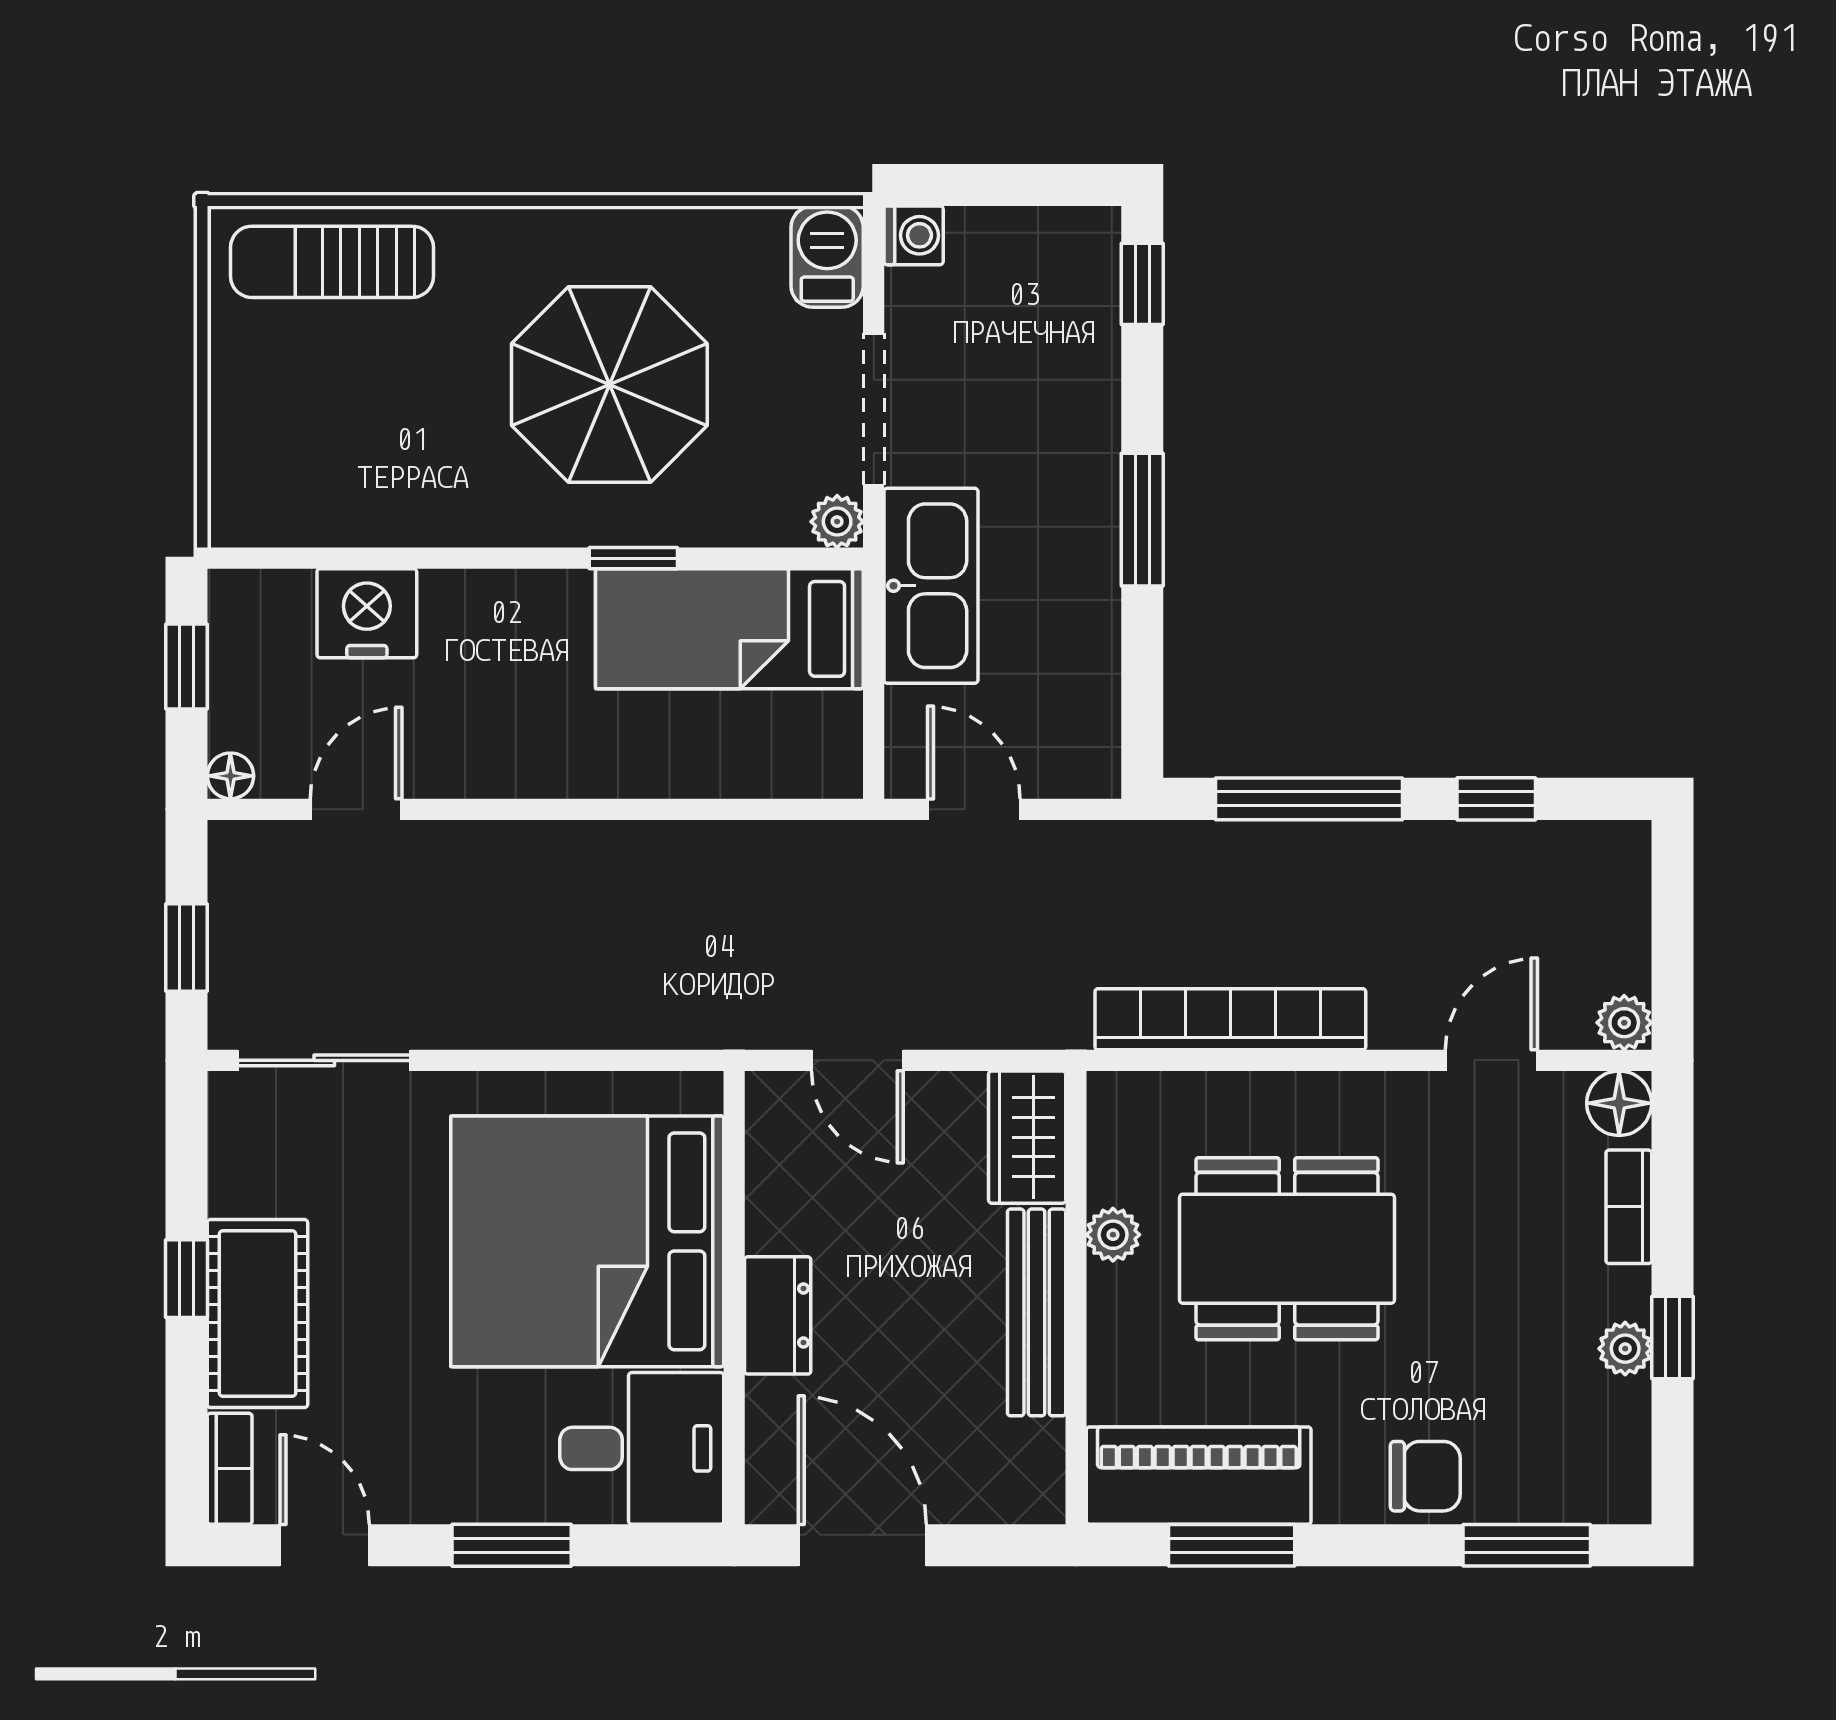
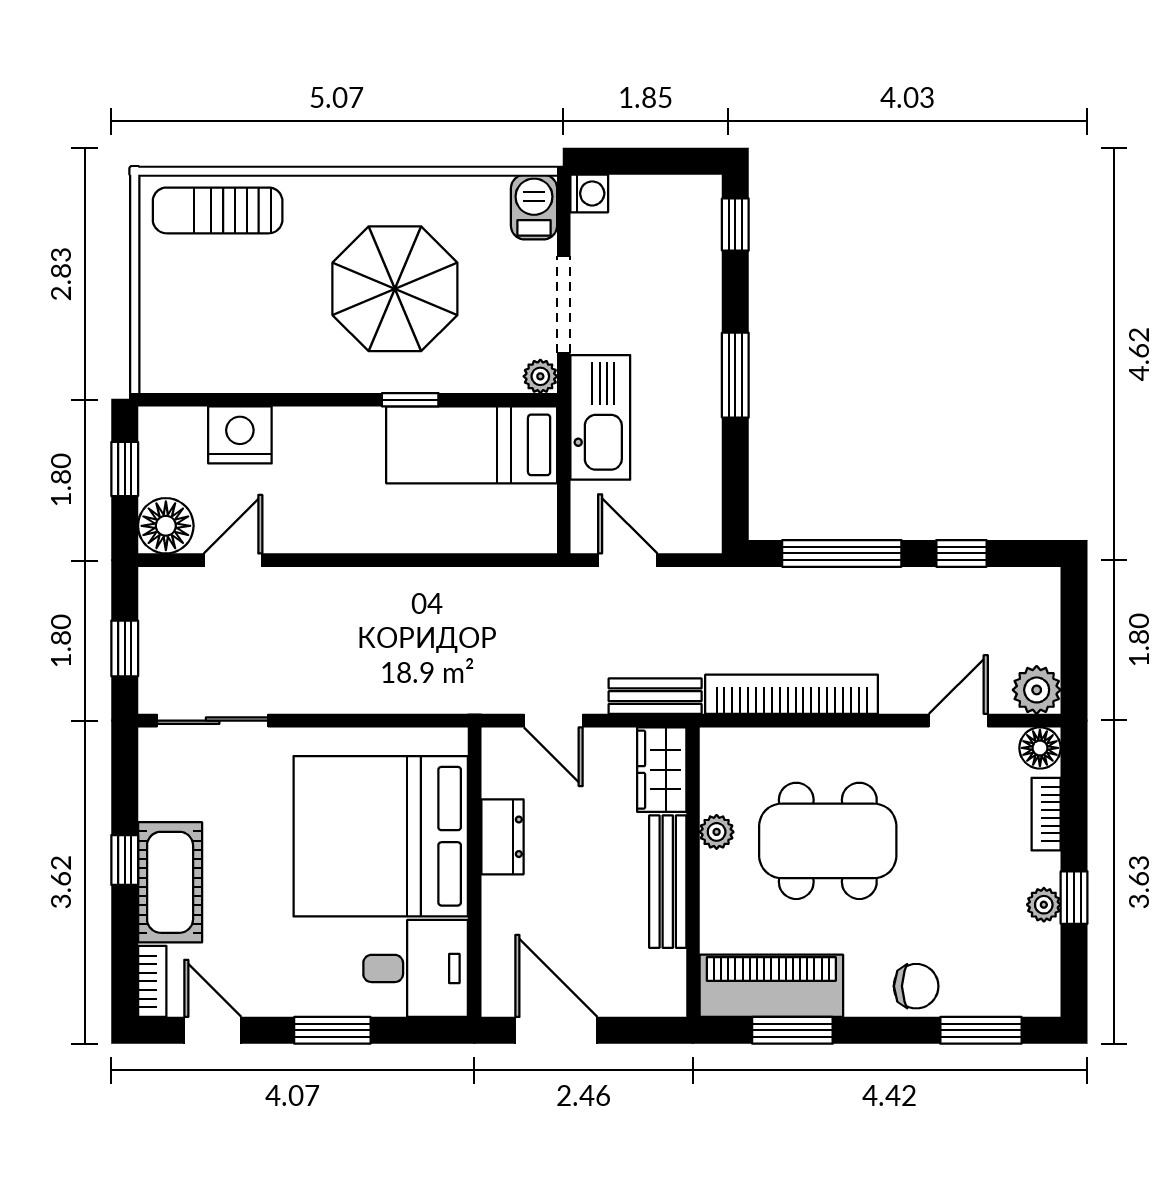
floor lamp: (230, 776) -> (166, 526), width x1.89, depth x1.89
bench: (1017, 1022) -> (655, 696), added
plant: (1624, 1023) -> (1037, 690), width x1.38, depth x1.38
dresser: (778, 1315) -> (502, 837), moved

